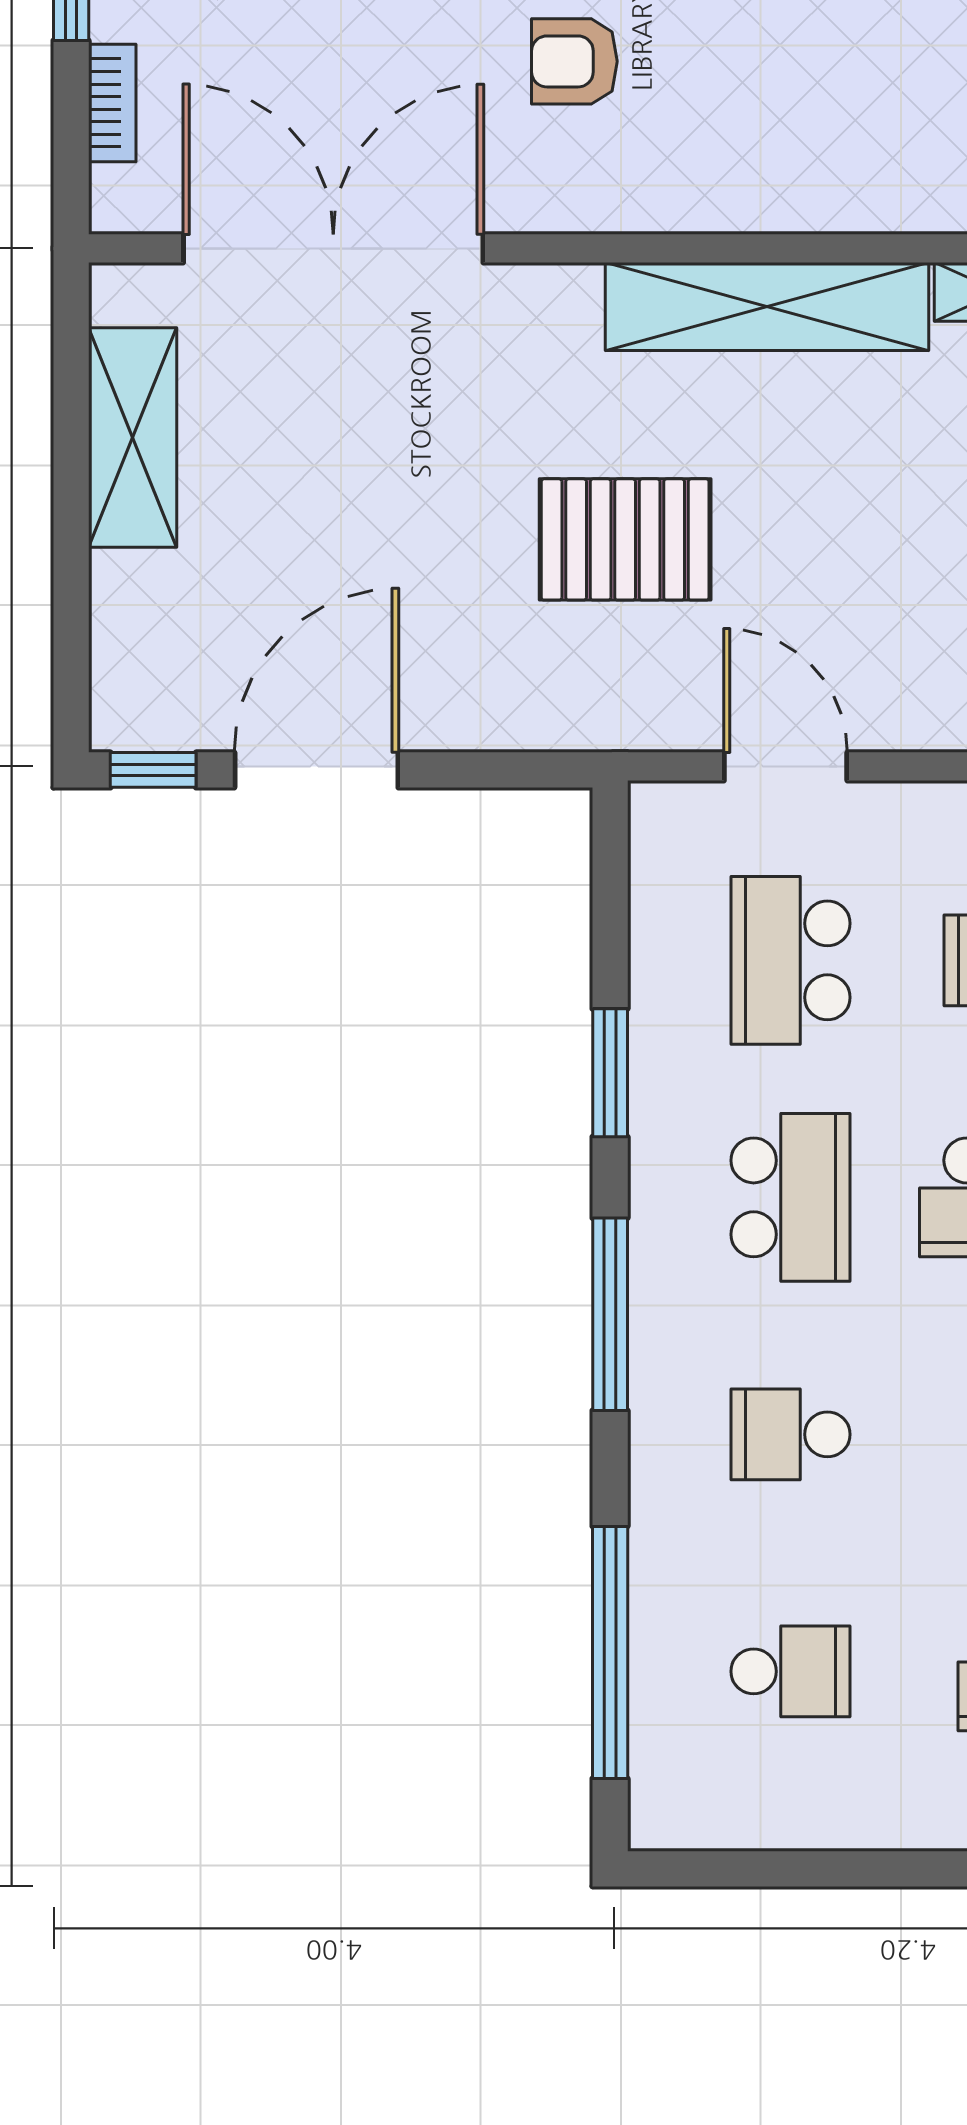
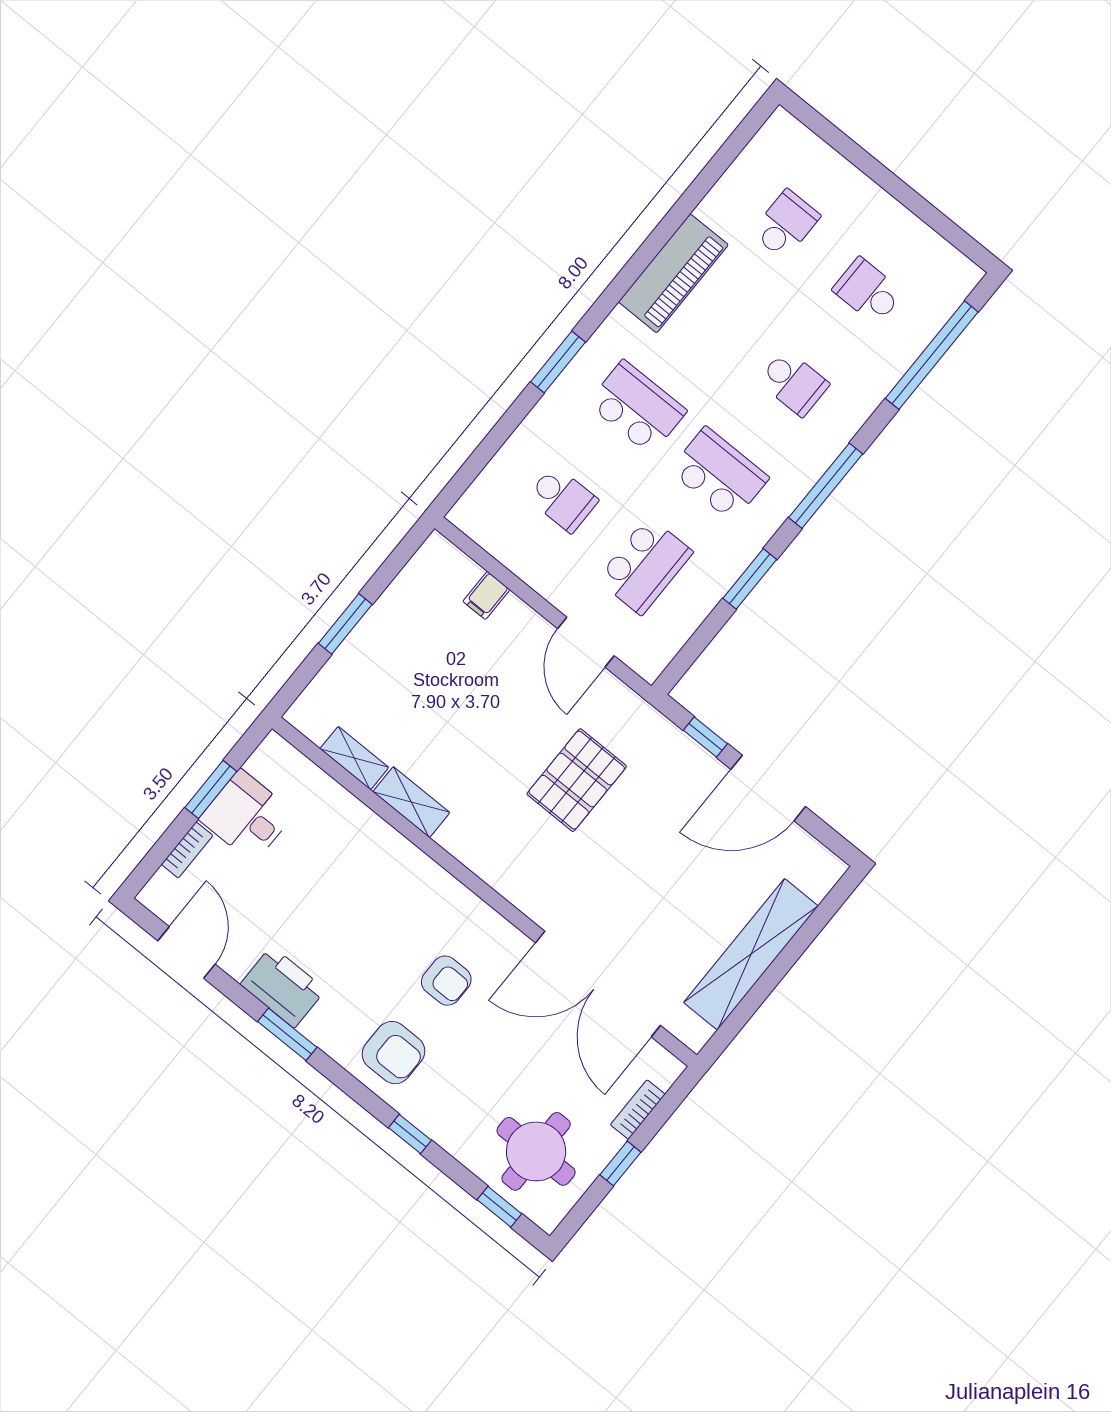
shelving: (767, 307) -> (411, 802), width x0.45, depth x0.75
shelving: (133, 437) -> (751, 954), width x1.47
pallet: (625, 539) -> (577, 780), turned 90
window: (153, 770) -> (705, 737), moved
school desk: (790, 1197) -> (719, 474), turned 90

